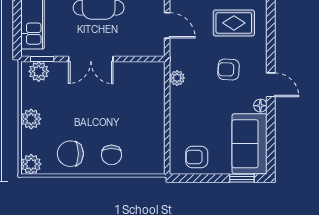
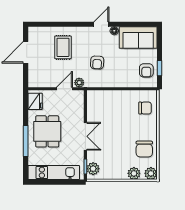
armchair: (229, 69) -> (97, 63), moved
plant: (177, 78) -> (79, 83), moved
plant: (31, 119) -> (134, 173), moved
chair: (111, 155) -> (145, 108), moved
window: (242, 178) -> (159, 68), moved

